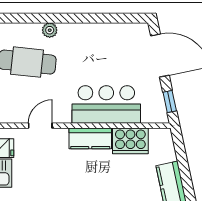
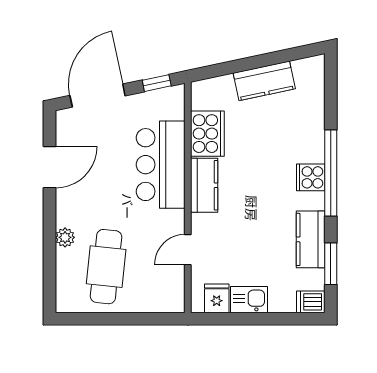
door: (104, 18) -> (50, 167), added
door: (40, 126) -> (188, 250), hinge flipped

